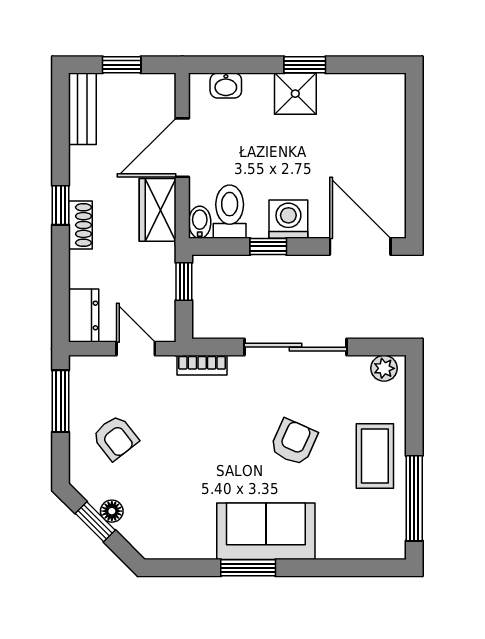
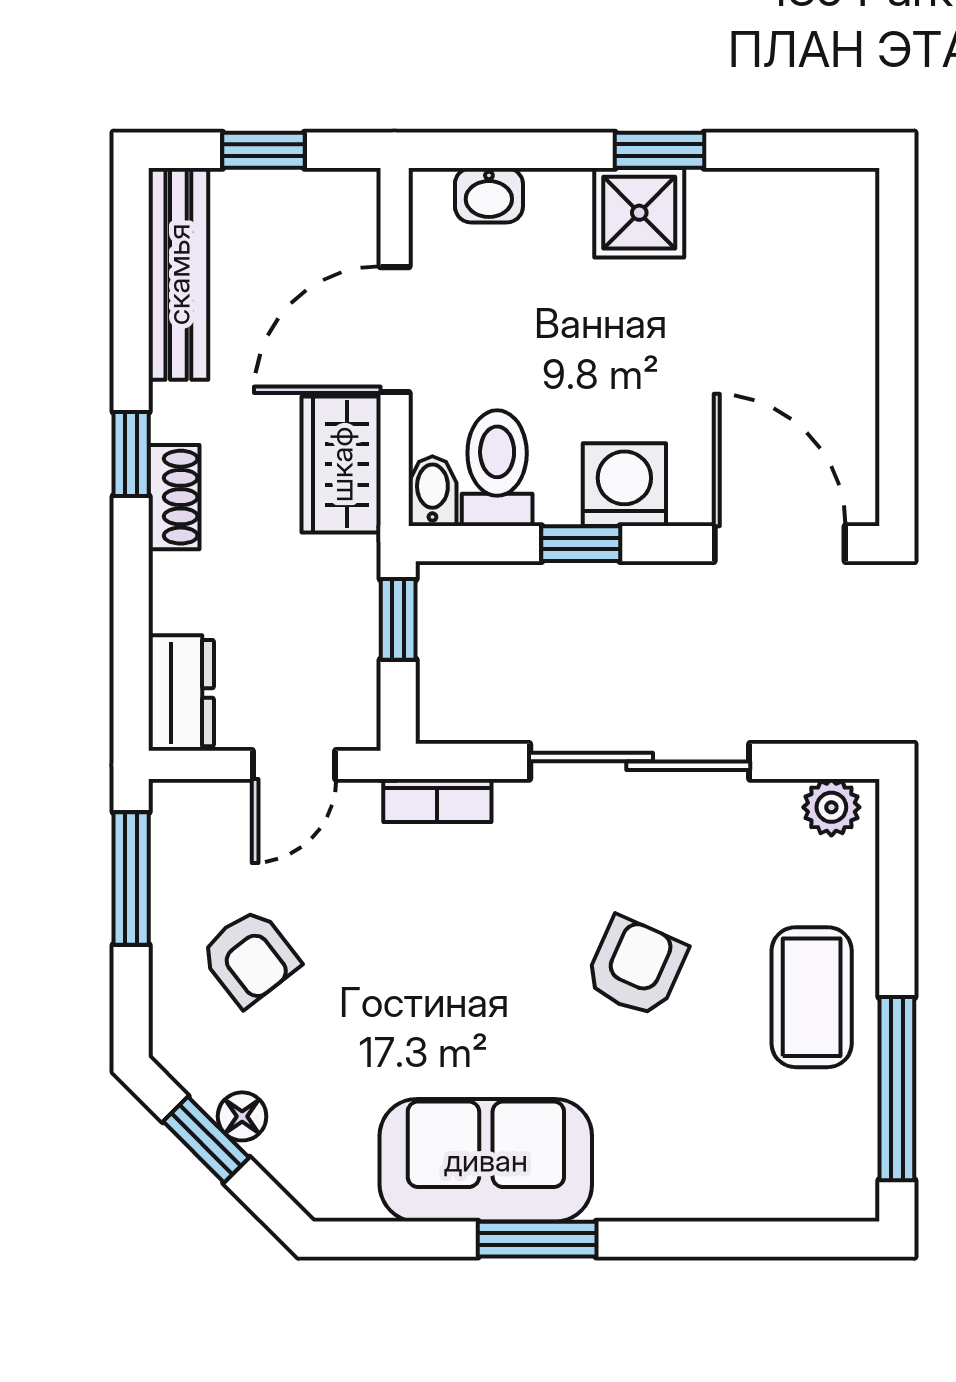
bench: (82, 109) -> (178, 274), width x1.36
door: (136, 349) -> (294, 765), swing flipped
sofa: (266, 531) -> (486, 1160), moved

